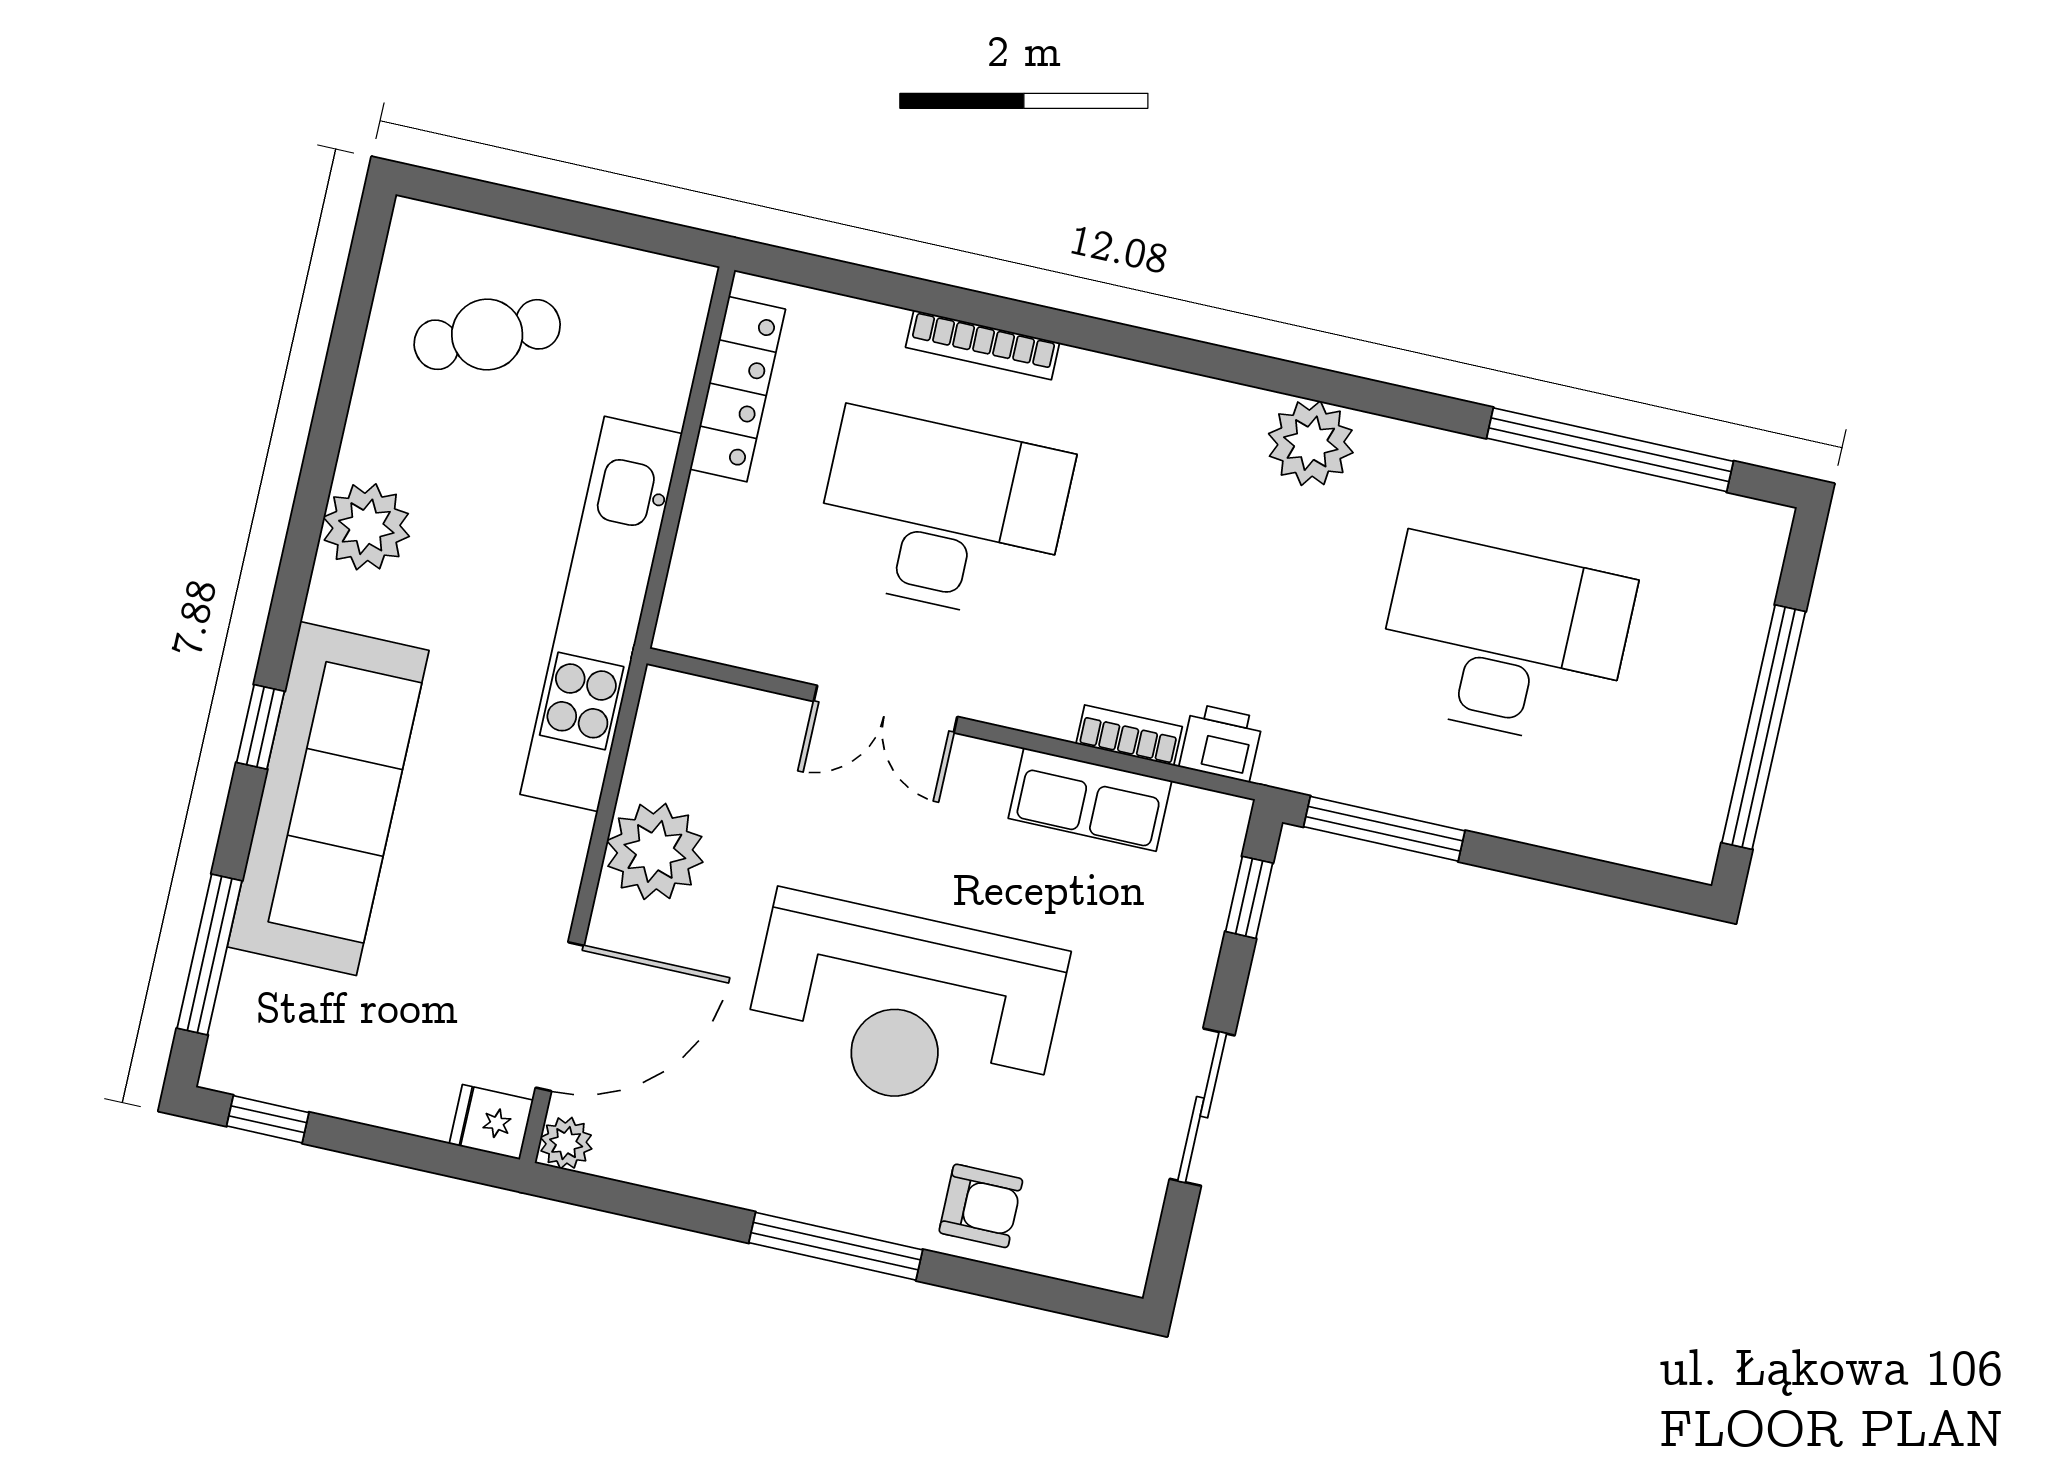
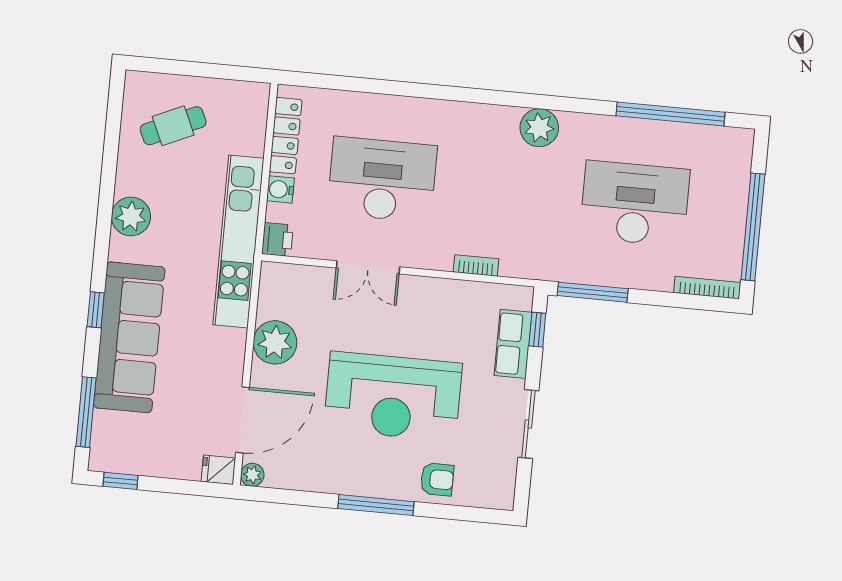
bookcase: (983, 345) -> (707, 288), moved, turned 180
water cooler: (711, 509) -> (280, 189), added
printer: (1221, 743) -> (277, 240), moved, turned 90
row of seats: (1090, 799) -> (513, 344), moved, turned 90

